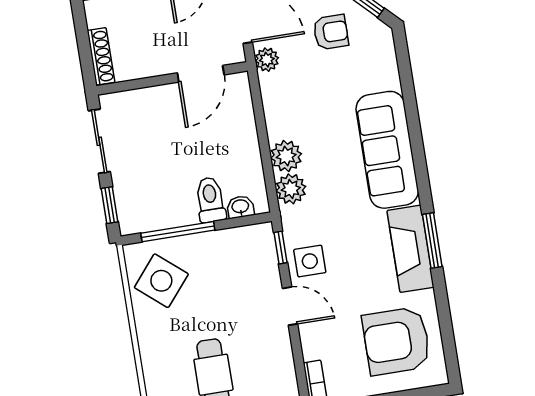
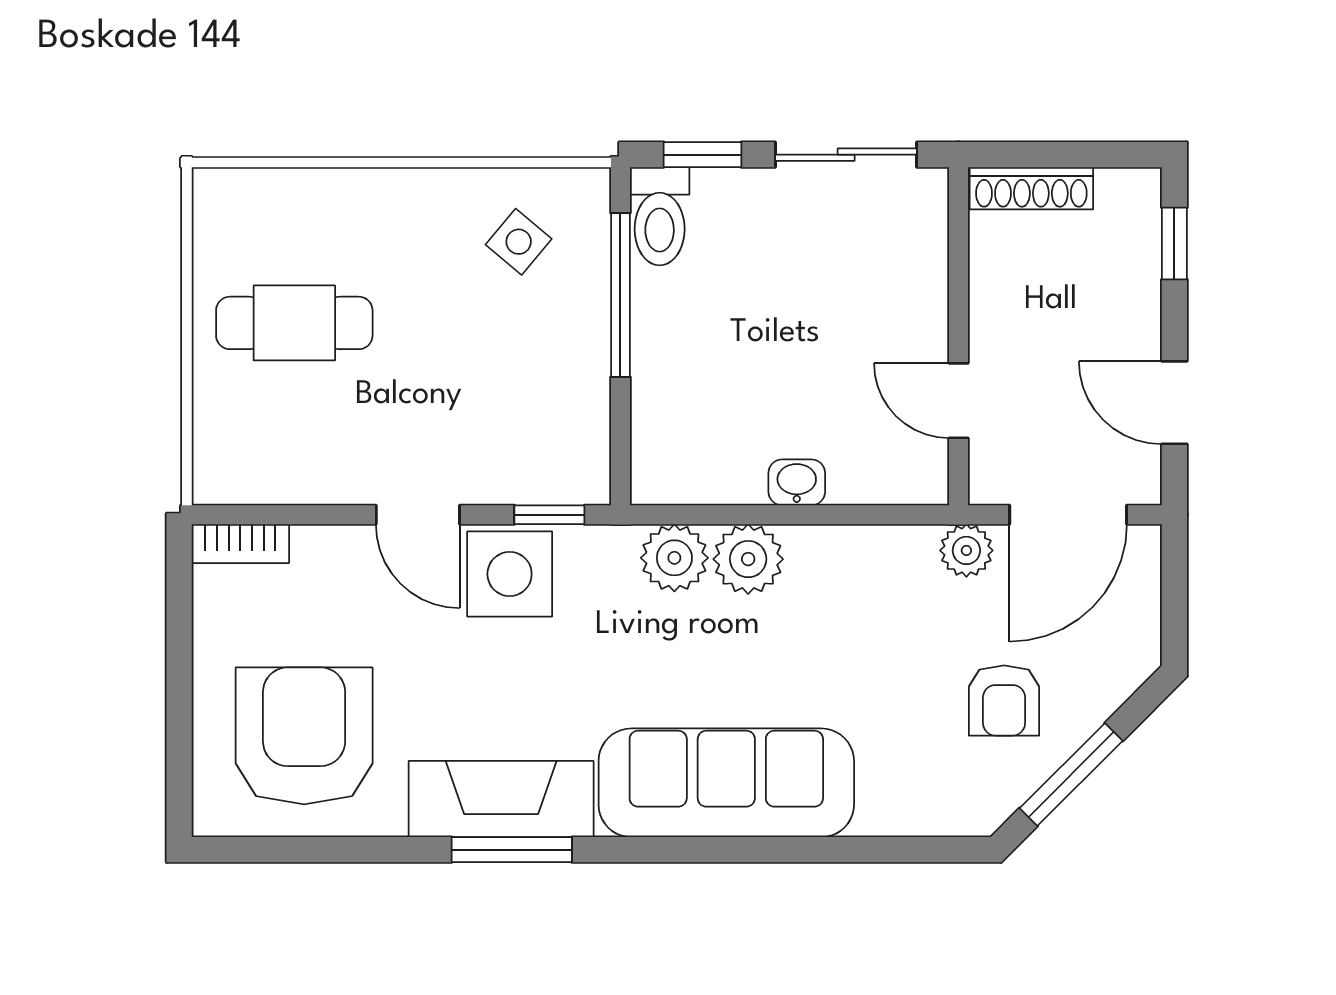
door: (201, 74) -> (958, 401), width x0.73
toilet: (210, 200) -> (660, 216), moved, turned 90
washbasin: (240, 207) -> (797, 482), moved, turned -90
side table: (310, 261) -> (510, 574), width x1.37, depth x1.37
side table: (161, 281) -> (519, 242), width x0.54, depth x0.54
door: (290, 306) -> (418, 515), hinge flipped

